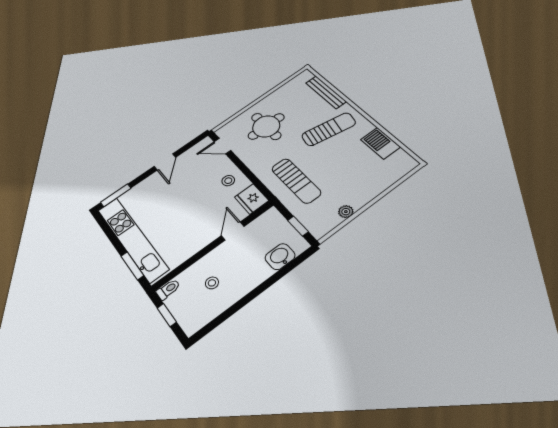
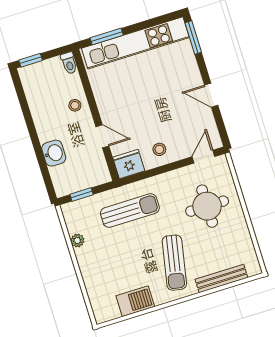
sun lounger: (296, 181) -> (130, 211), turned 180
washbasin: (280, 257) -> (54, 153), moved
stool: (212, 283) -> (75, 105), moved
window: (167, 315) -> (31, 60), moved

